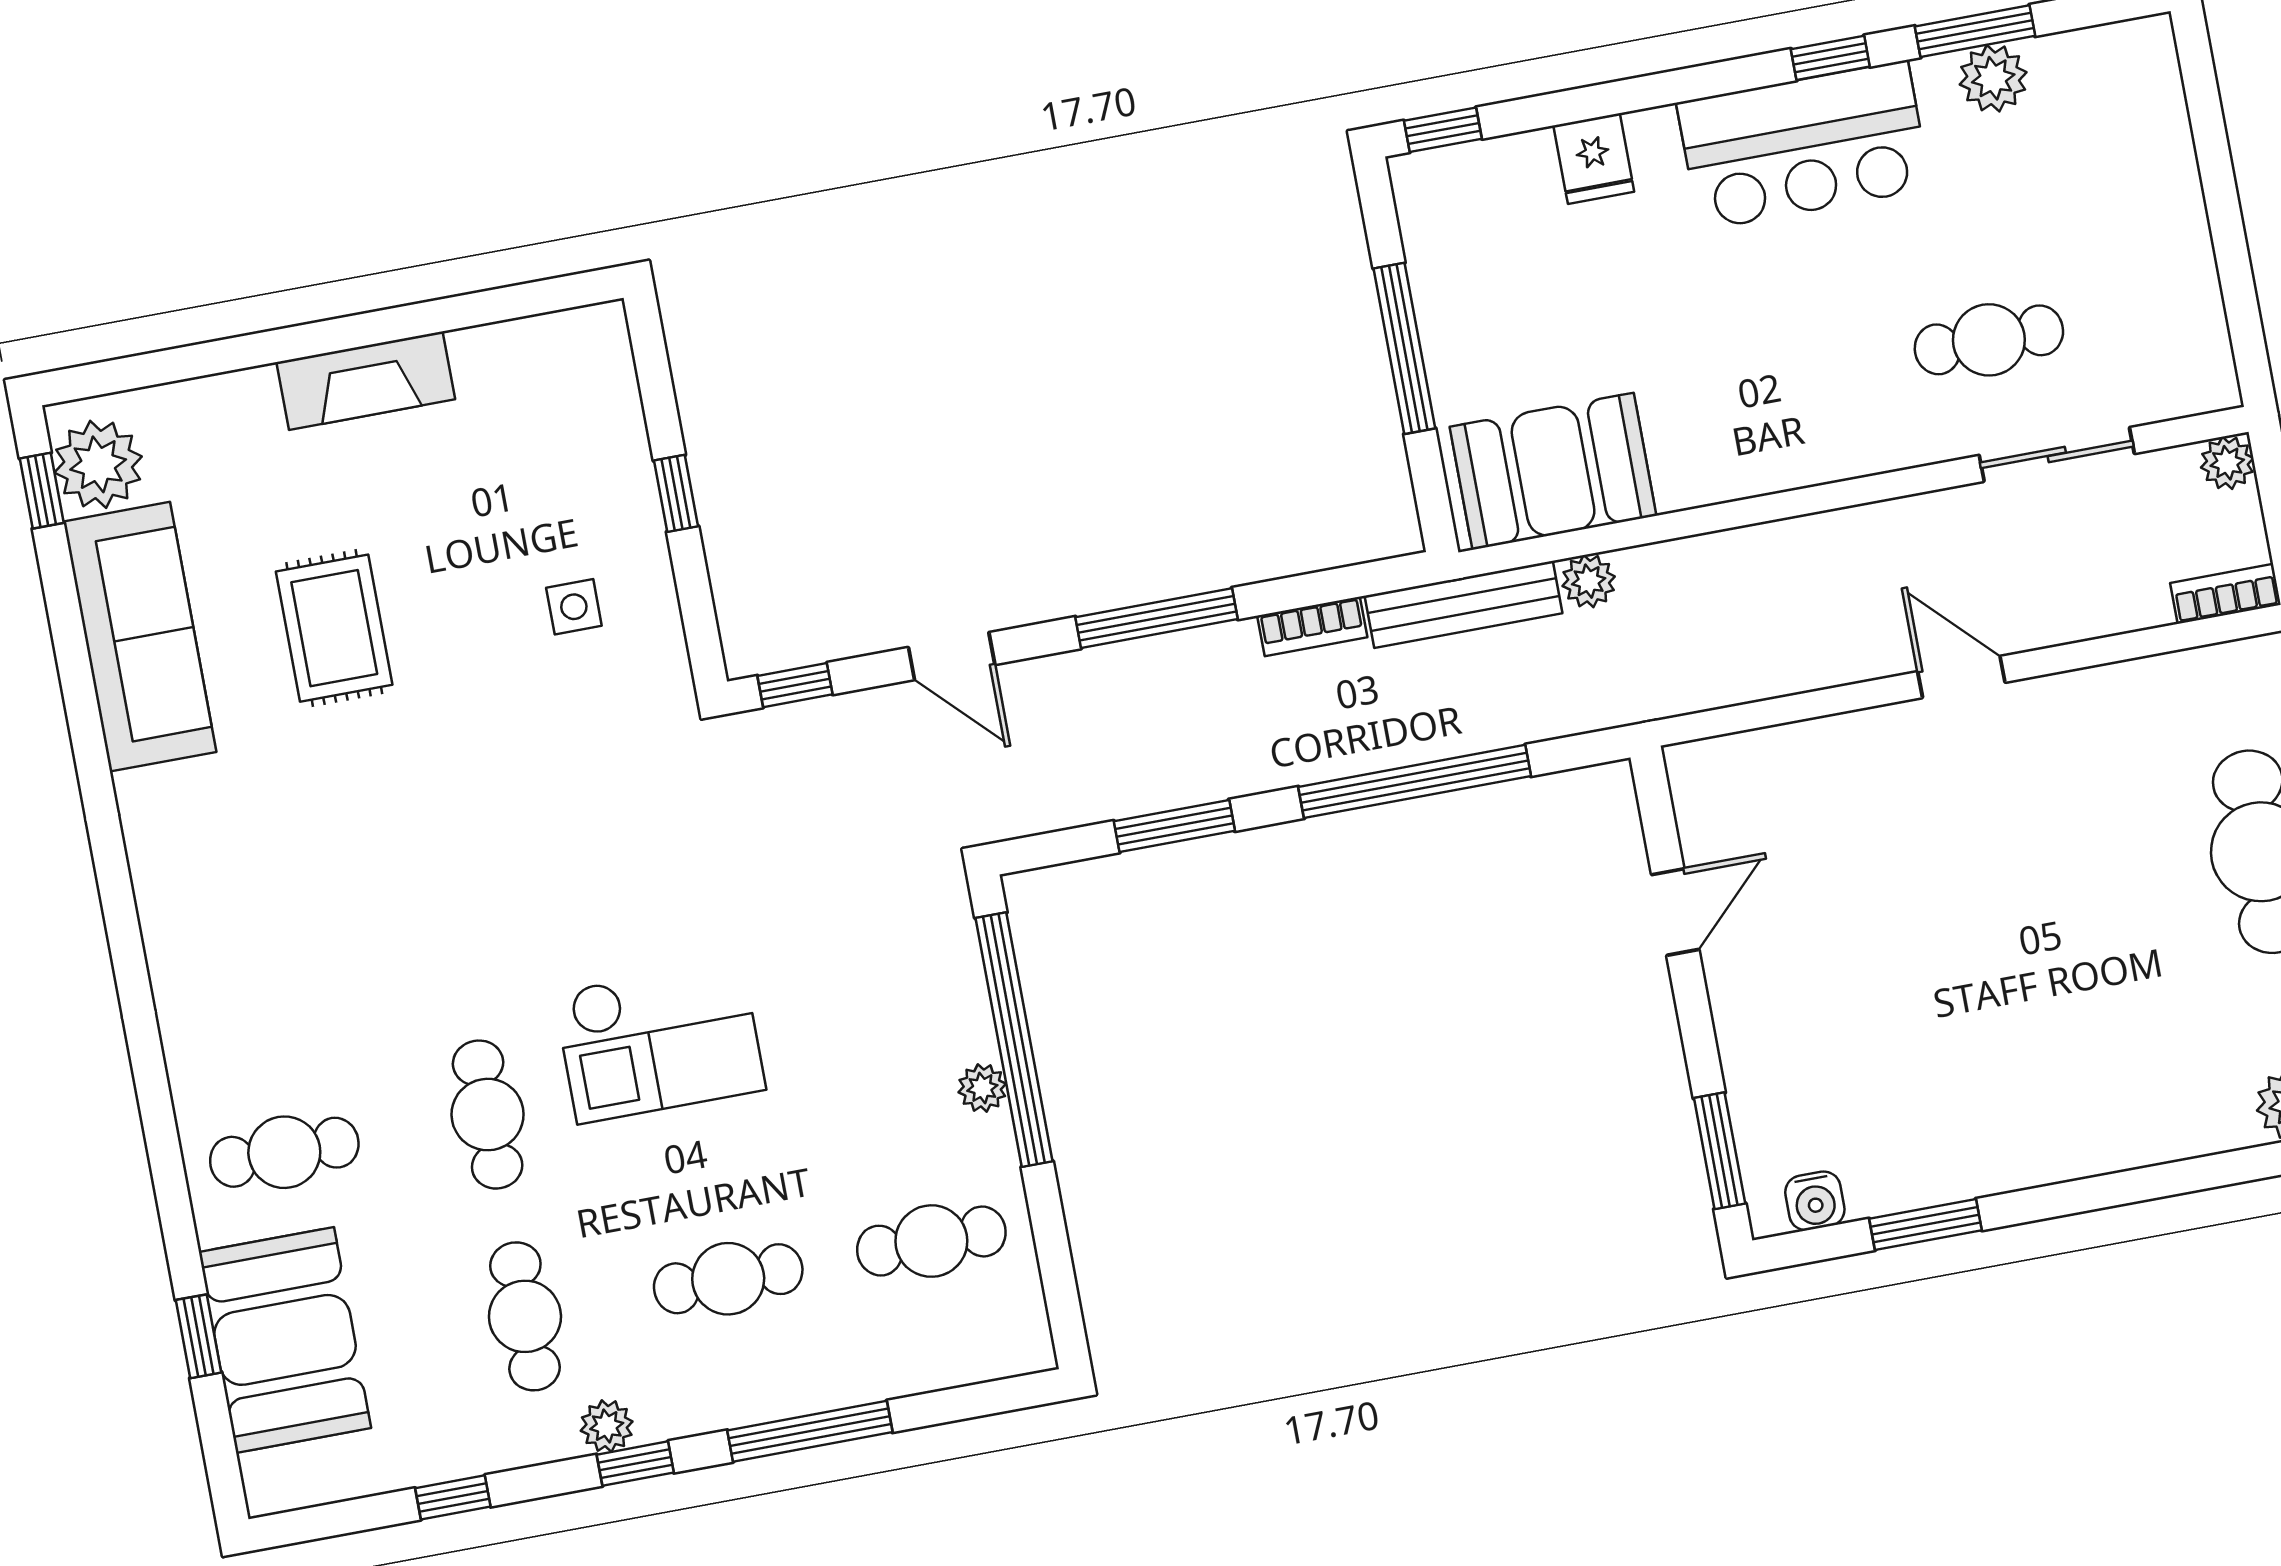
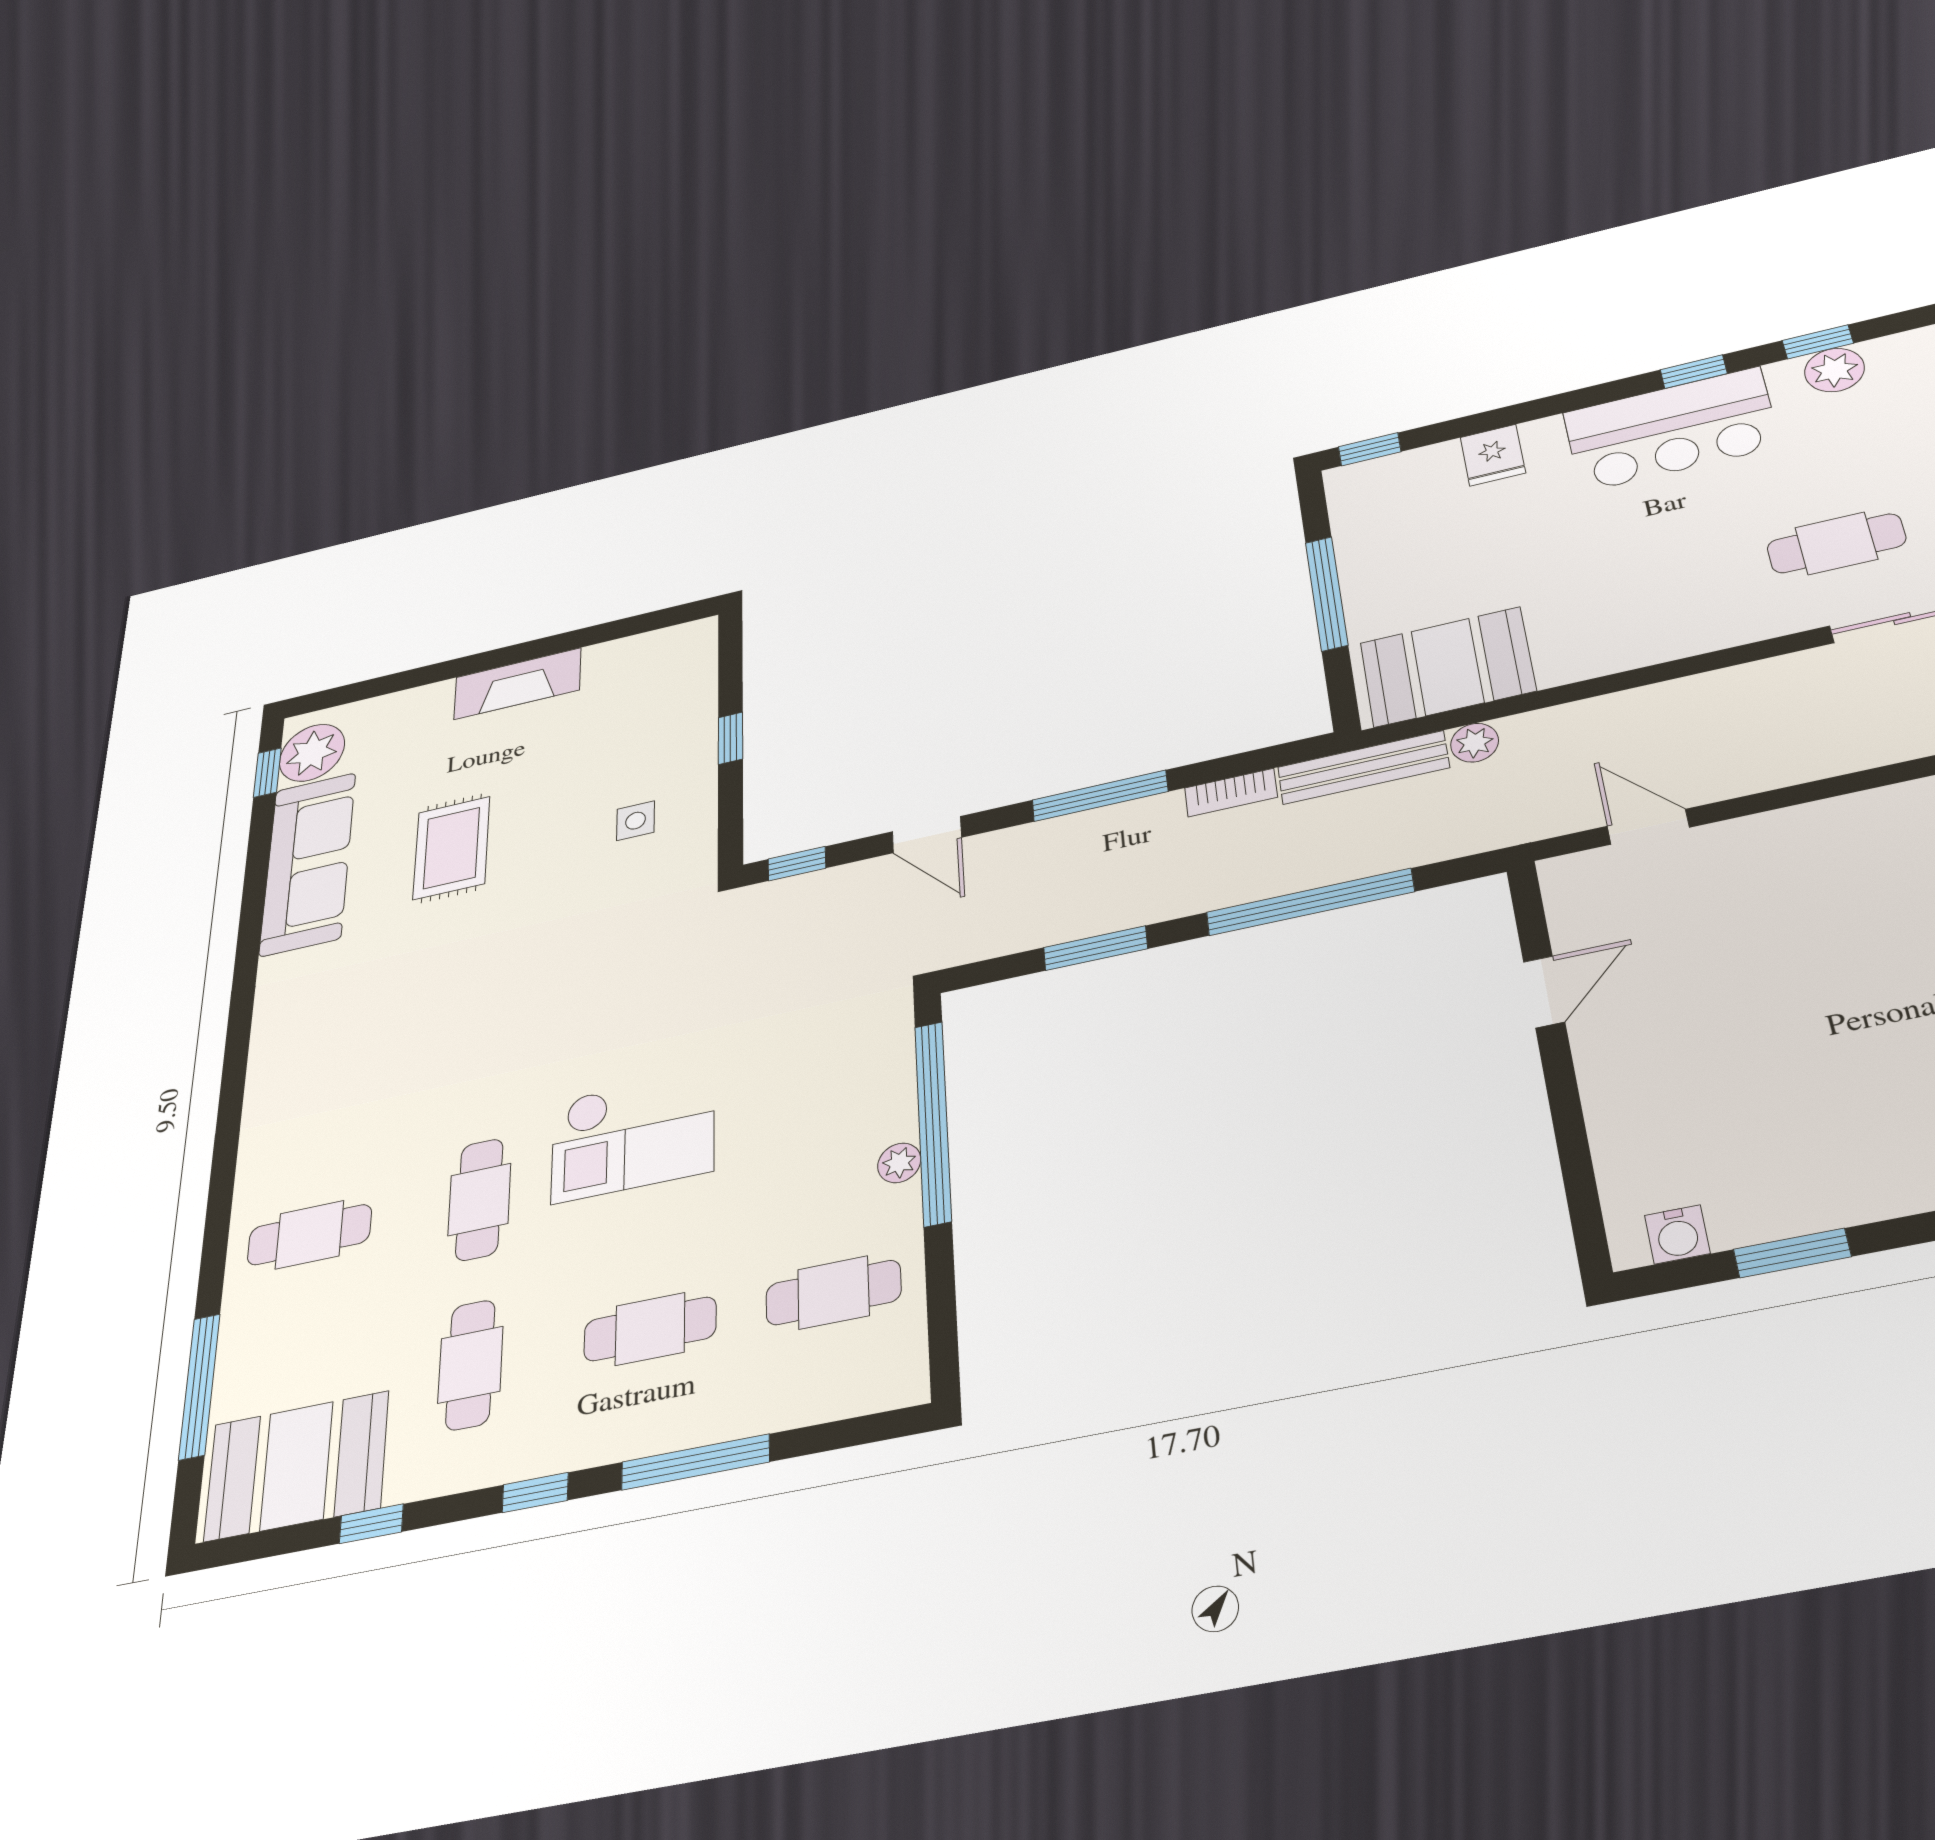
window: (1975, 31) -> (1818, 342), width x0.67
door: (1961, 677) -> (1648, 827), moved
window: (1720, 1151) -> (1582, 1192), removed
window: (198, 1336) -> (199, 1386), width x2.17
booth: (285, 1340) -> (297, 1466), moved, turned 90
plant: (607, 1426) -> (518, 1459), removed

